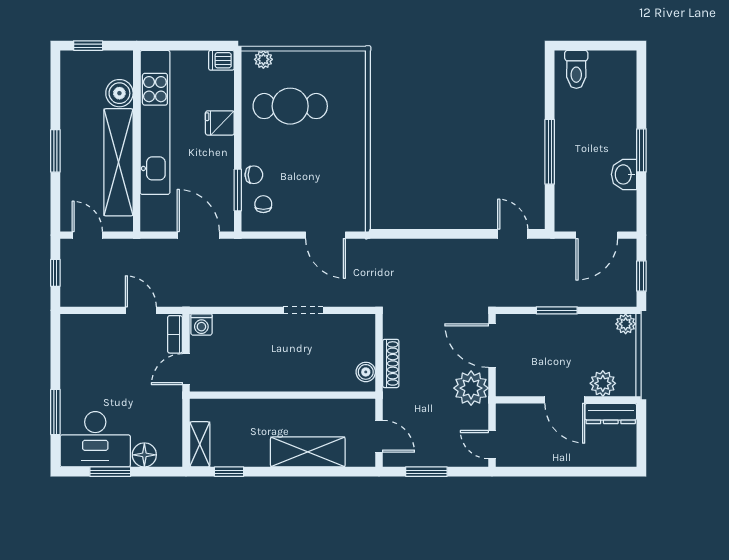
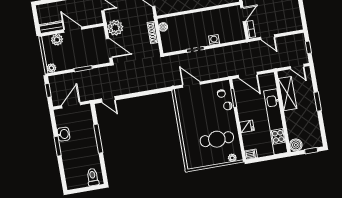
boiler: (119, 93) -> (296, 145), moved
shelving: (118, 162) -> (287, 94), width x0.68
washing machine: (201, 325) -> (214, 40), moved

